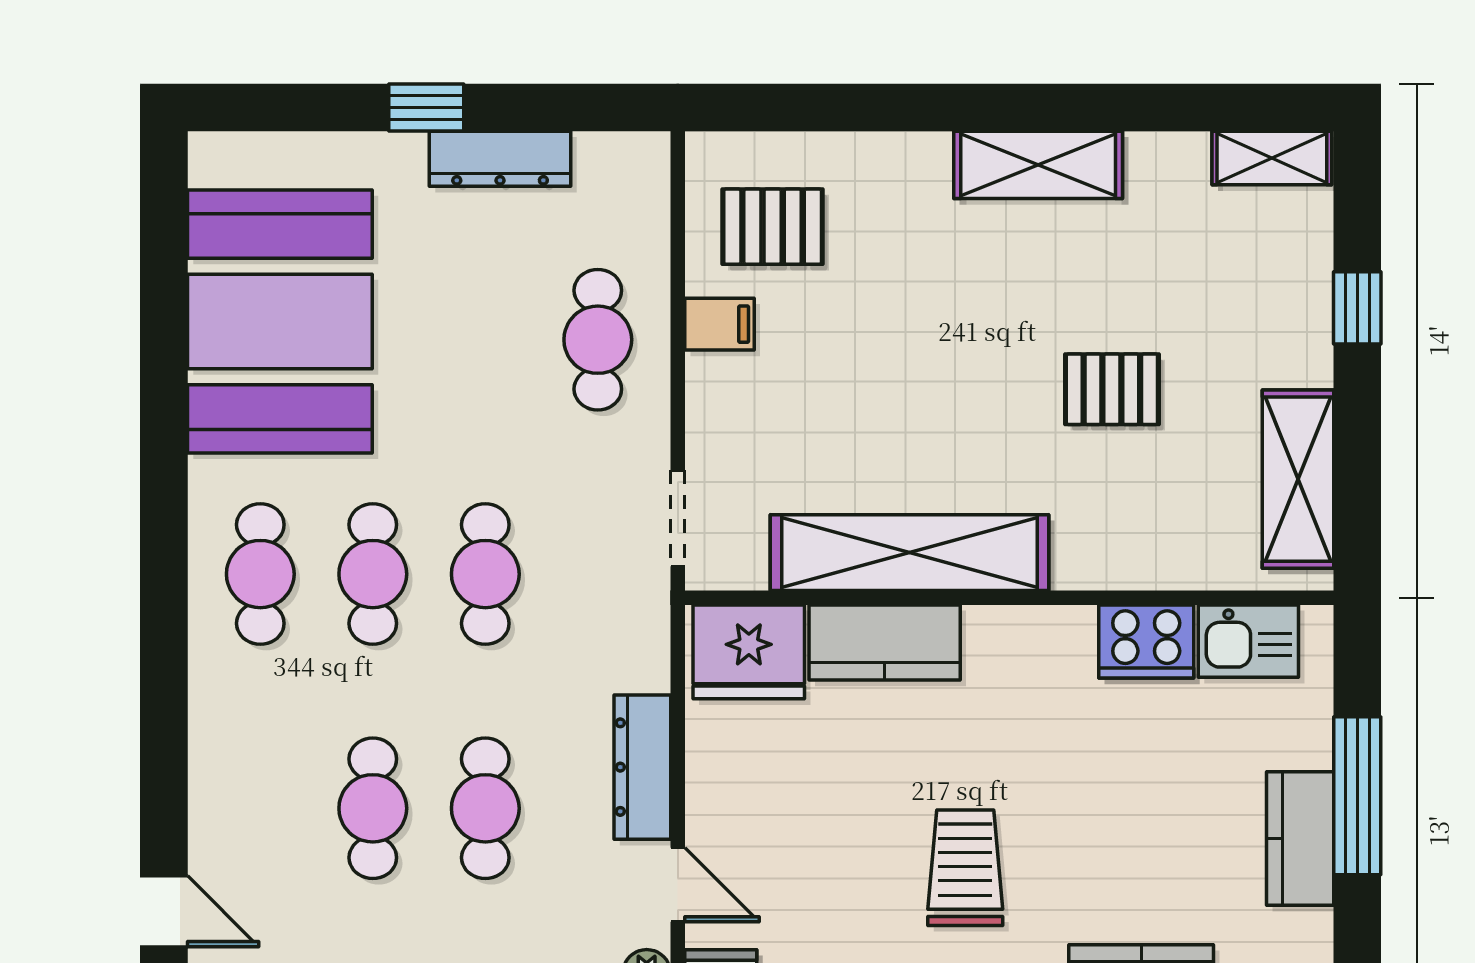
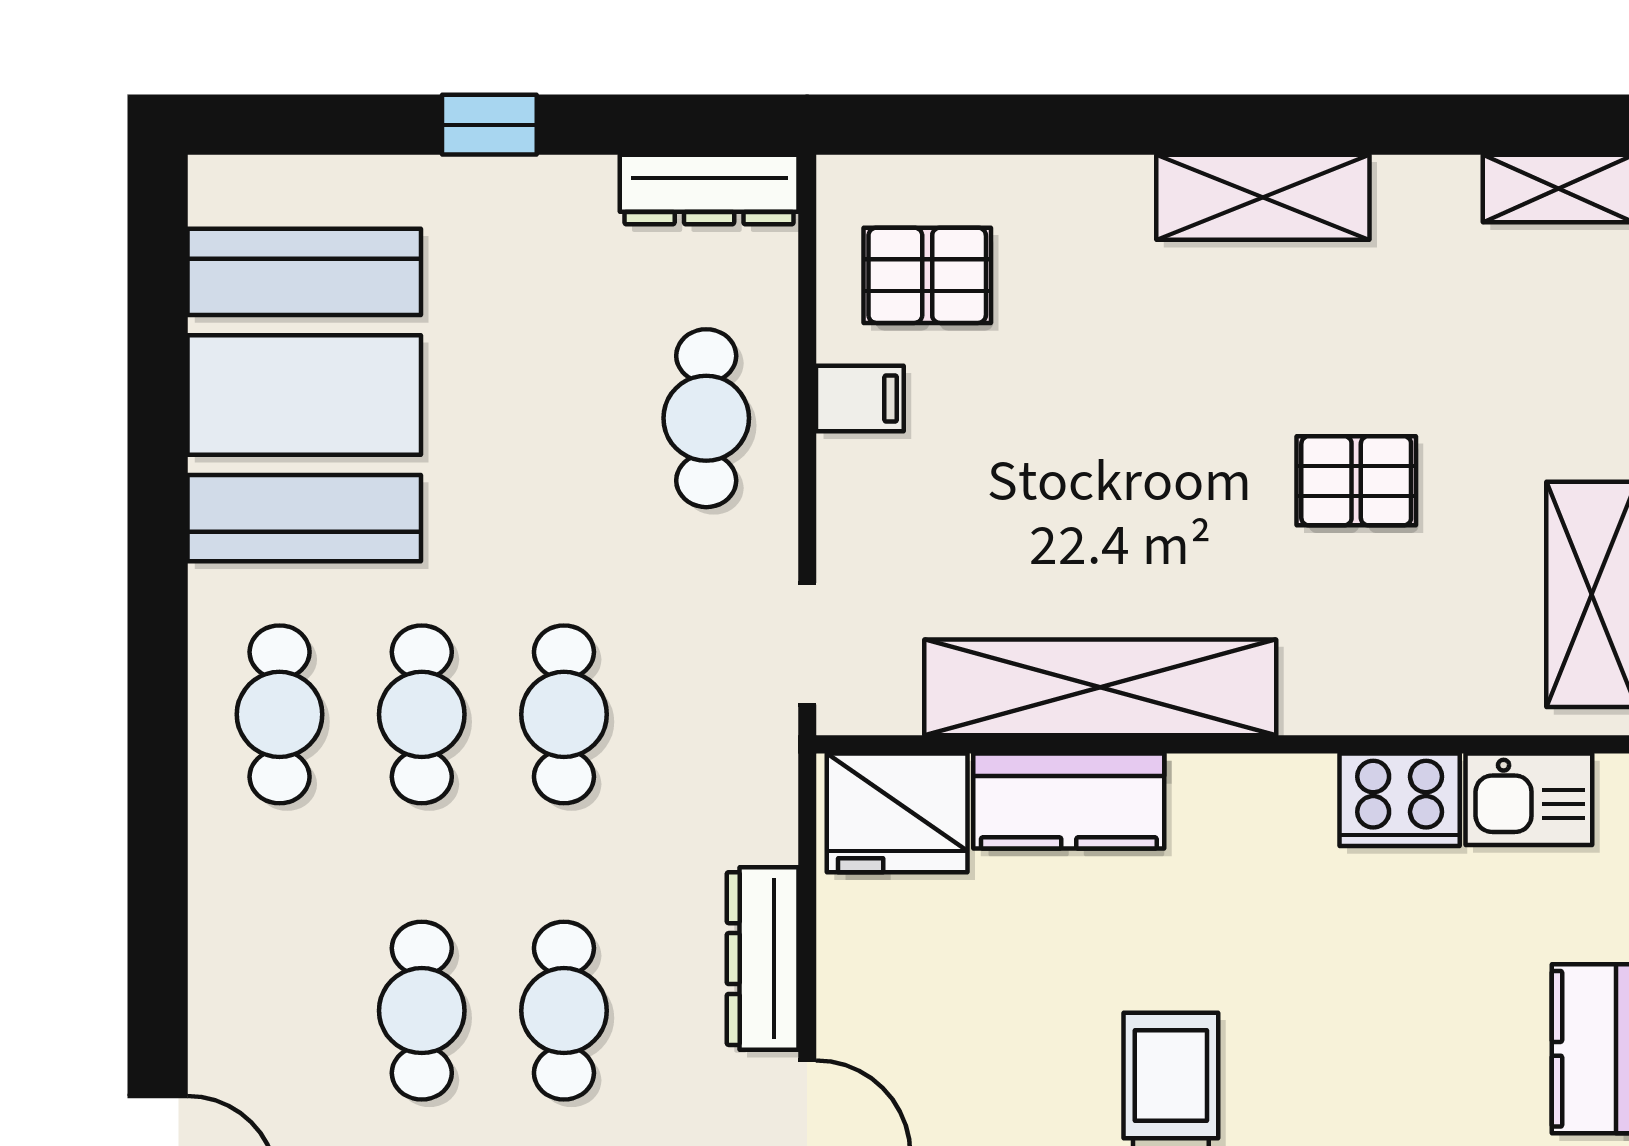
dresser: (500, 159) -> (709, 189), moved

